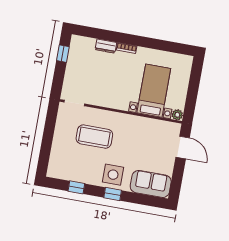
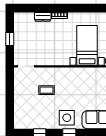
window: (63, 54) -> (10, 39), moved
coffee table: (94, 137) -> (47, 90), width x0.54, depth x0.58

